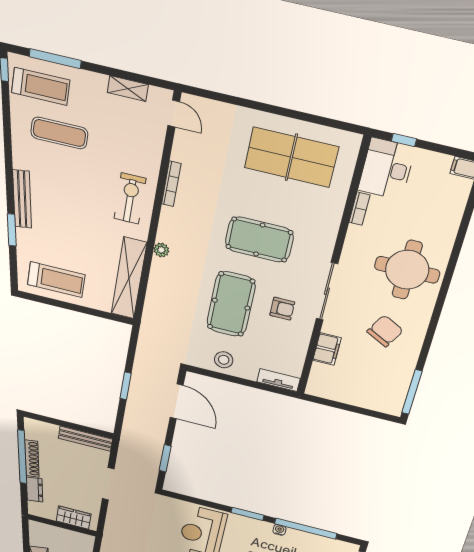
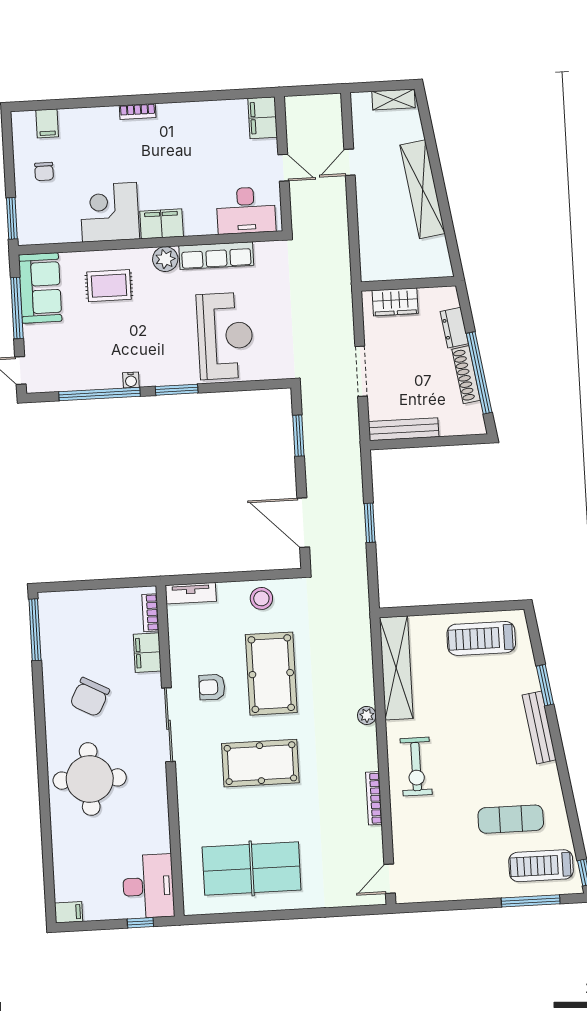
shelving: (128, 89) -> (445, 891), removed
door: (174, 114) -> (390, 879), hinge flipped
bookcase: (359, 209) -> (150, 613), moved

